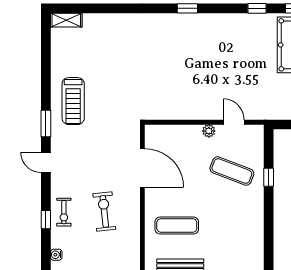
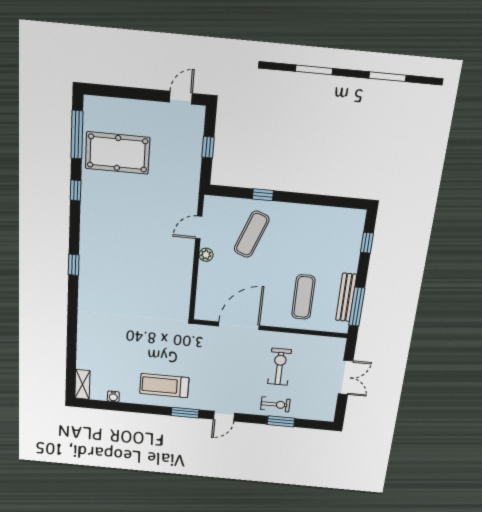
treadmill: (73, 101) -> (164, 386), turned 180
exercise bike: (104, 211) -> (280, 367), turned 96
window: (46, 220) -> (281, 421), width x1.50
water cooler: (56, 255) -> (113, 396), moved

